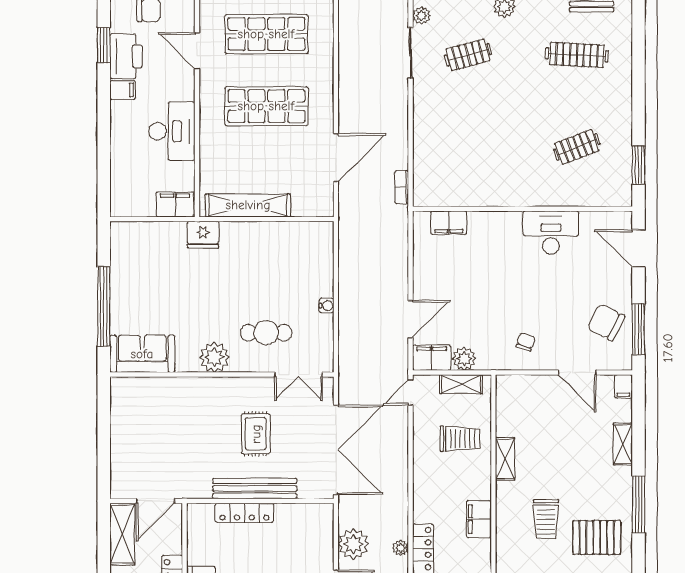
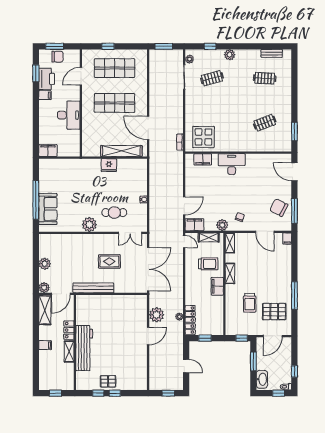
door: (197, 51) -> (81, 76), hinge flipped
clothes rail: (577, 55) -> (265, 78), width x0.73
door: (336, 158) -> (148, 128), swing flipped
display table: (450, 176) -> (203, 137), added
filing cabinet: (175, 204) -> (48, 151), moved
shelving: (248, 205) -> (121, 151), moved
desk: (551, 233) -> (232, 164), moved
fridge: (203, 235) -> (109, 165), moved
sofa: (142, 354) -> (48, 209), moved, turned 90
plant: (464, 359) -> (222, 225), moved
door: (410, 392) -> (184, 241), swing flipped
rug: (256, 434) -> (109, 261), turned 90
plant: (122, 439) -> (45, 264), added
shelving: (623, 444) -> (230, 243), moved
plant: (121, 488) -> (44, 288), added
bench: (255, 488) -> (93, 288), moved
locker: (244, 513) -> (104, 300), removed
filing cabinet: (479, 519) -> (217, 286), moved

